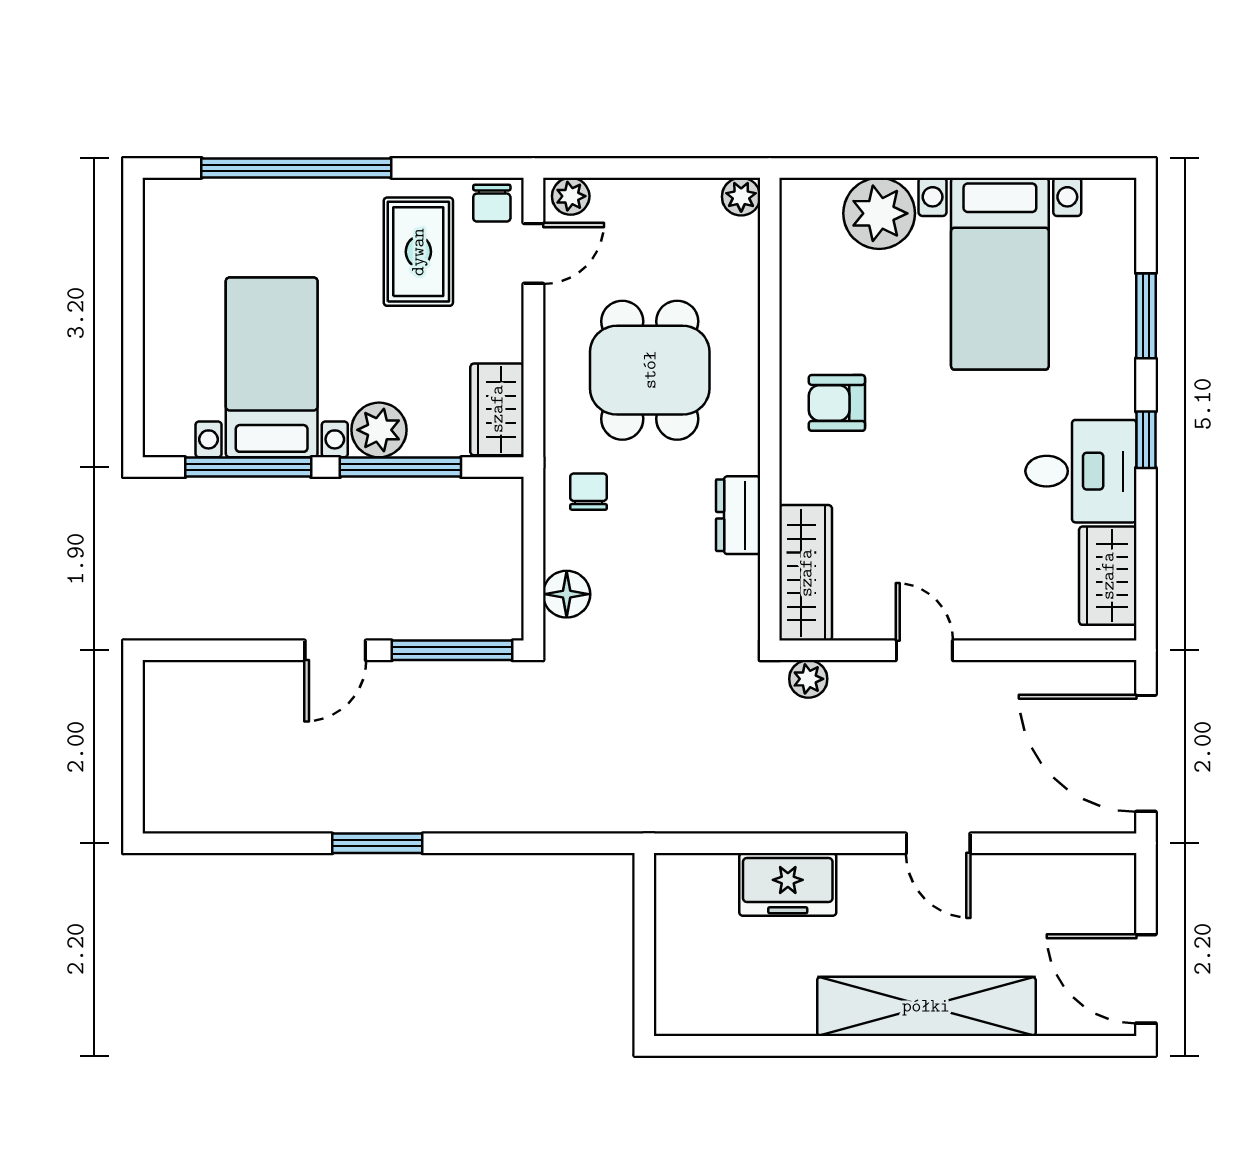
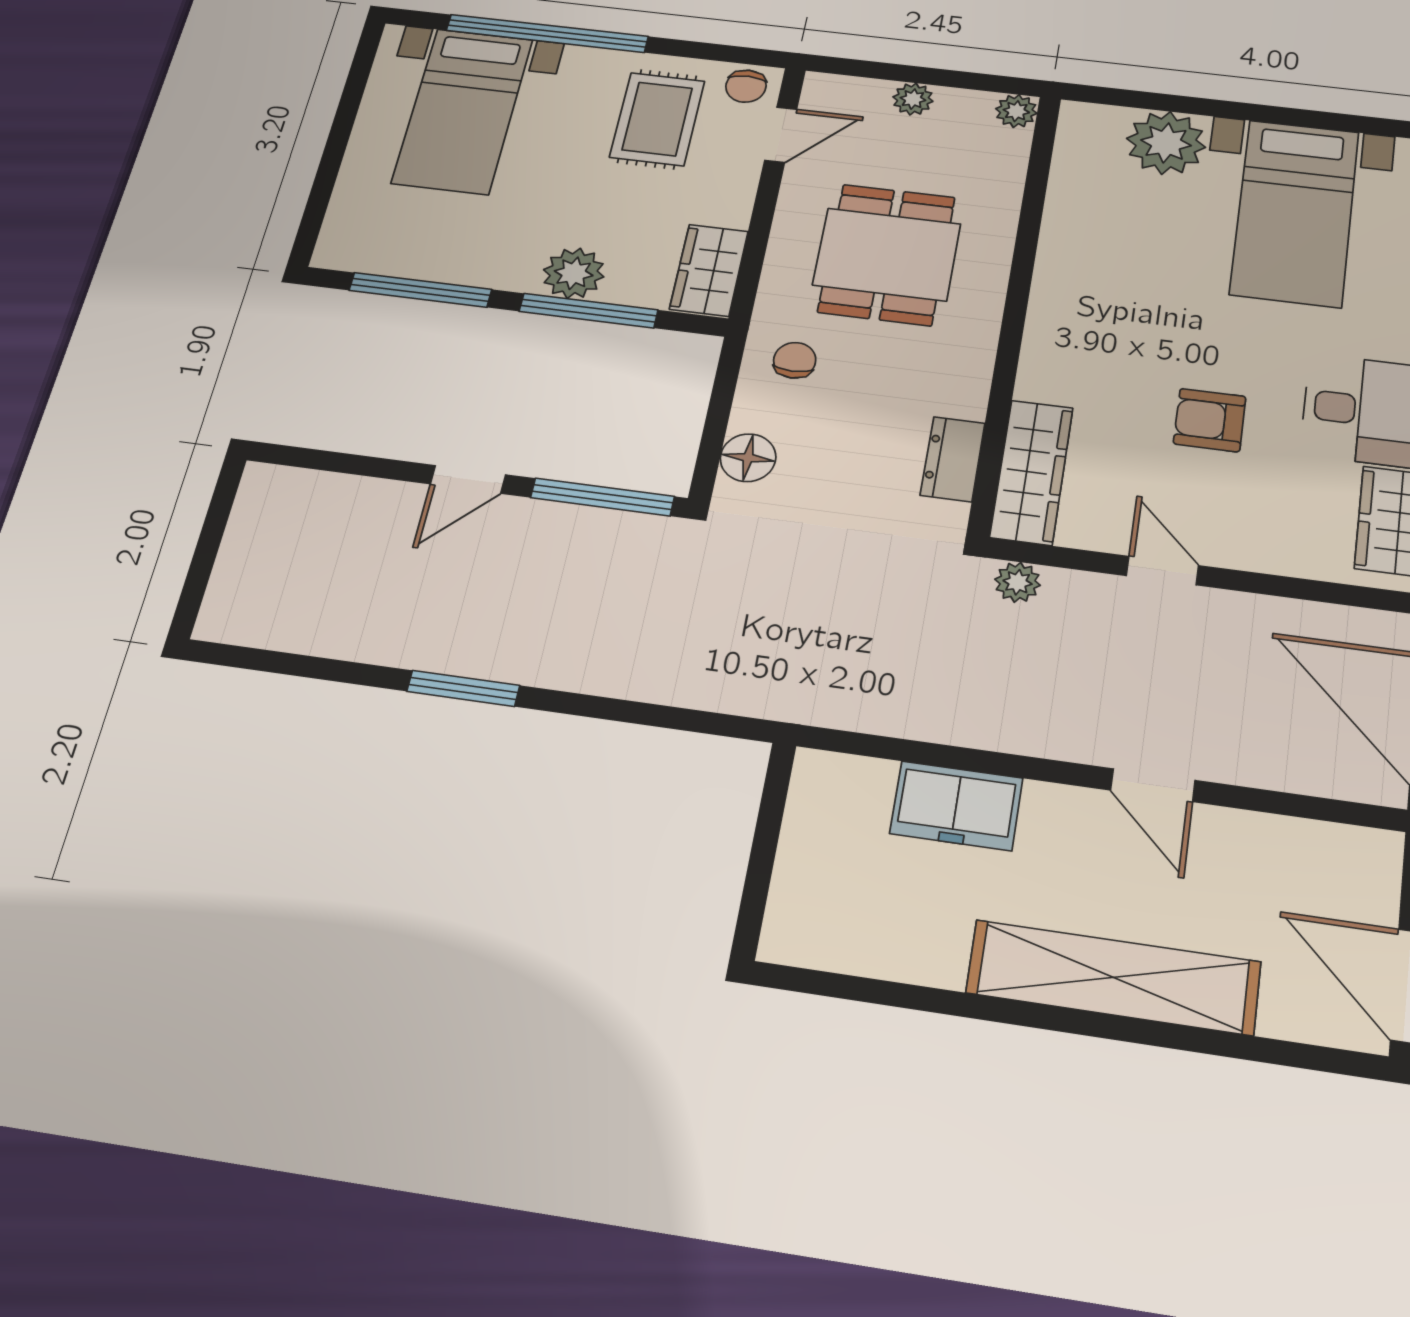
plant: (571, 196) -> (913, 99), moved
bed with nightstands: (272, 367) -> (463, 111), moved, turned 180
armchair: (837, 403) -> (1210, 420), moved
dresser: (738, 515) -> (953, 459), moved

